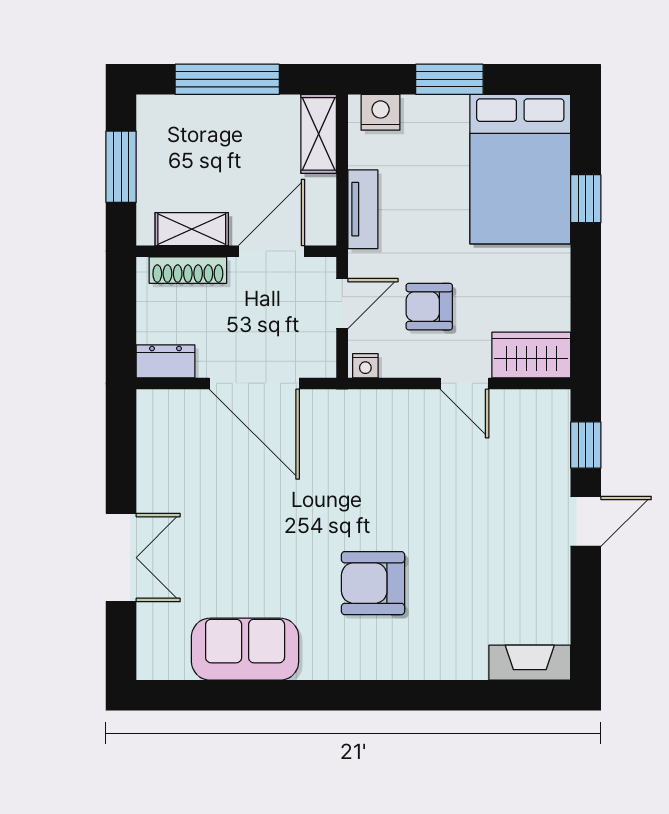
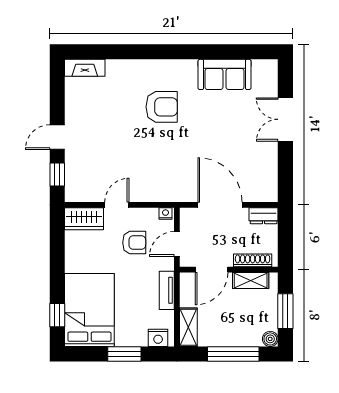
boiler: (152, 110) -> (270, 339), added
window: (586, 199) -> (57, 315), moved
door: (464, 383) -> (117, 205), hinge flipped

